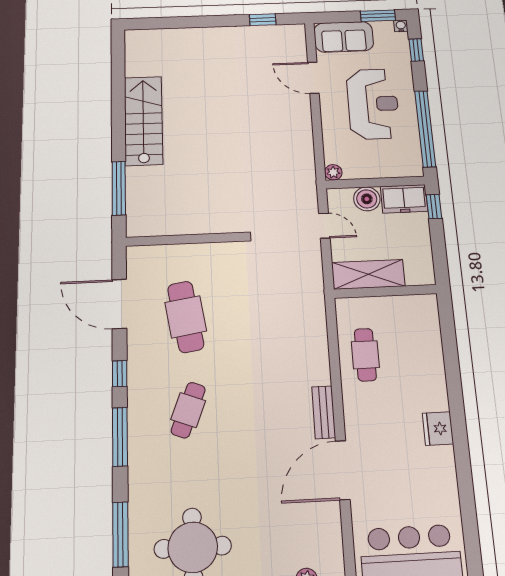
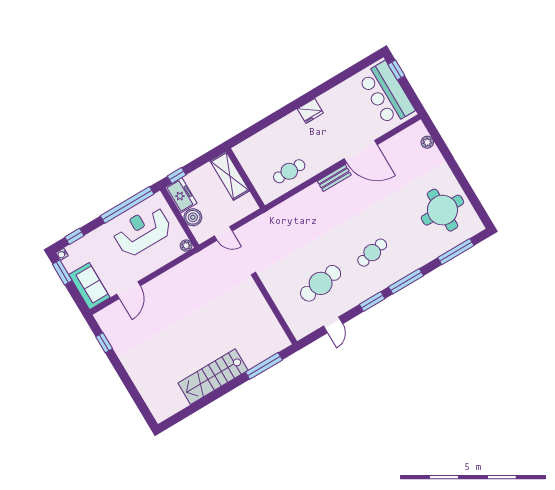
reception desk: (373, 104) -> (142, 231), moved
door: (324, 226) -> (223, 234), swing flipped
shelving: (368, 274) -> (230, 176), moved
door: (119, 304) -> (333, 325), width x0.53
window: (120, 374) -> (372, 301), width x1.50
cafe table: (188, 410) -> (372, 253), turned -33

